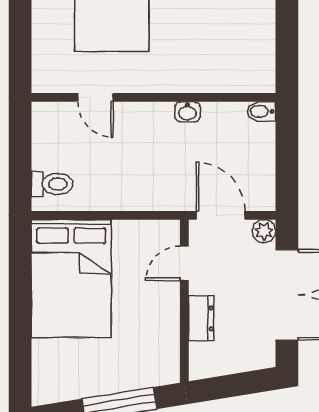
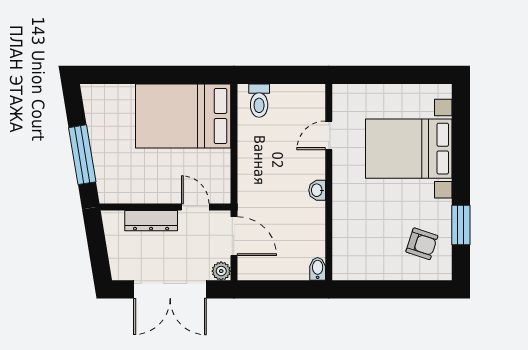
washbasin: (187, 112) -> (317, 190), moved
door: (221, 215) -> (234, 236), hinge flipped
dresser: (201, 318) -> (151, 221), width x1.44

